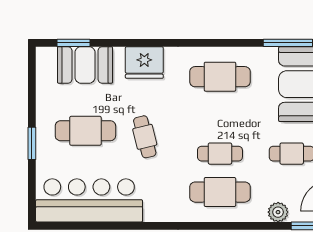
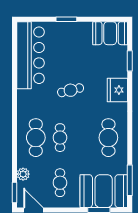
window: (73, 43) -> (130, 61), moved
booth: (85, 65) -> (110, 33), moved, turned 90
cafe table: (85, 131) -> (74, 53), removed

